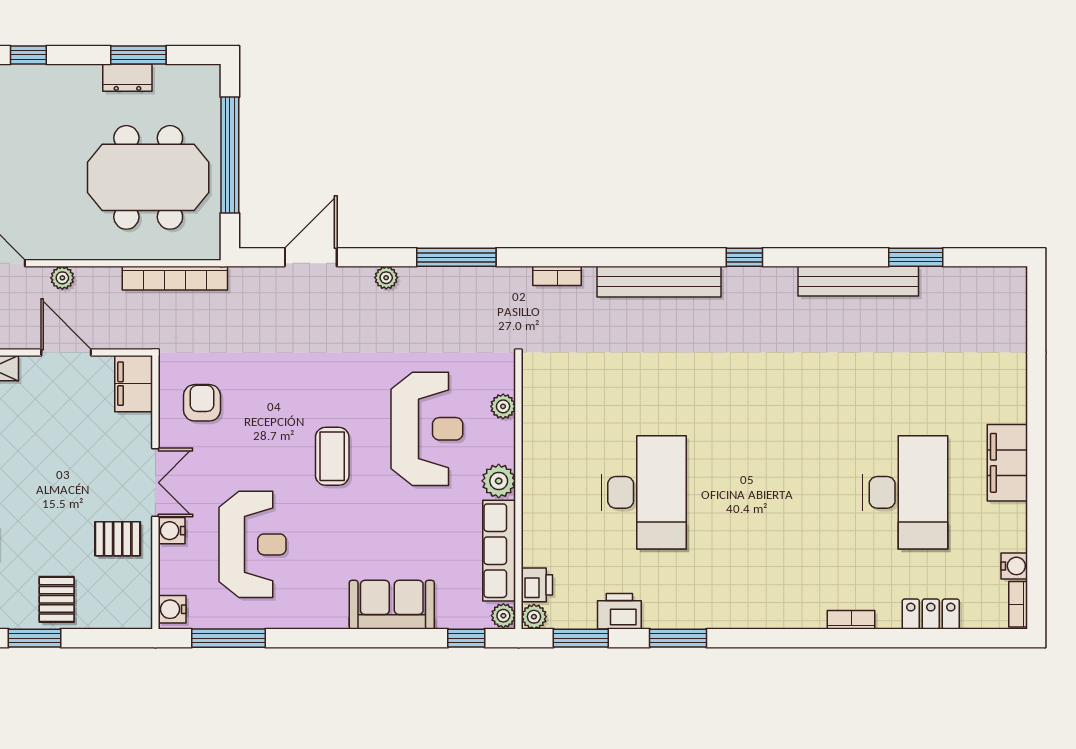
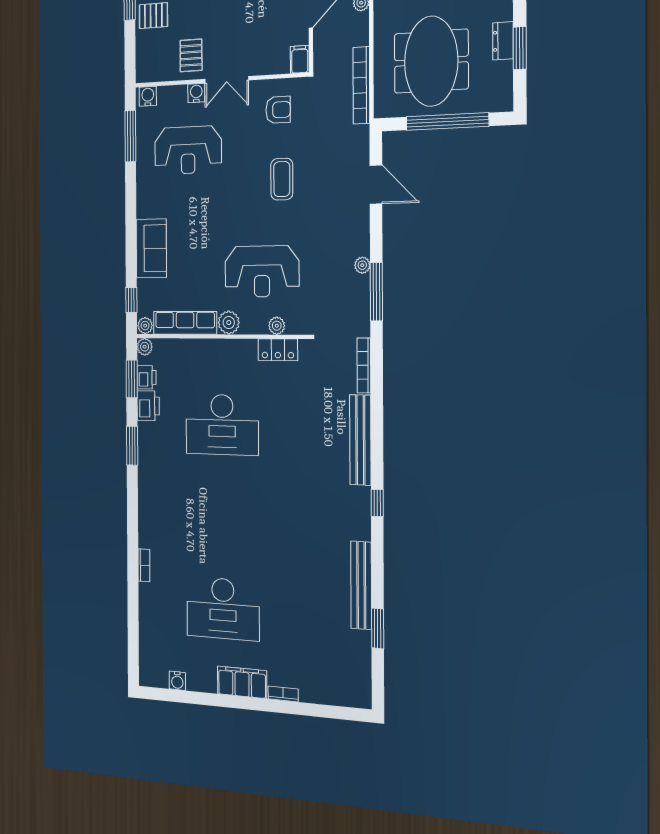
bookcase: (557, 276) -> (364, 365), width x1.56
plant: (386, 278) -> (362, 265), moved
filing cabinet: (134, 384) -> (300, 59), width x0.50
coffee table: (332, 456) -> (282, 179), moved, turned 90
printer: (537, 585) -> (147, 377), moved, turned -90
bookcase: (1018, 604) -> (283, 694), moved
locker: (931, 614) -> (278, 350), moved, turned 90

